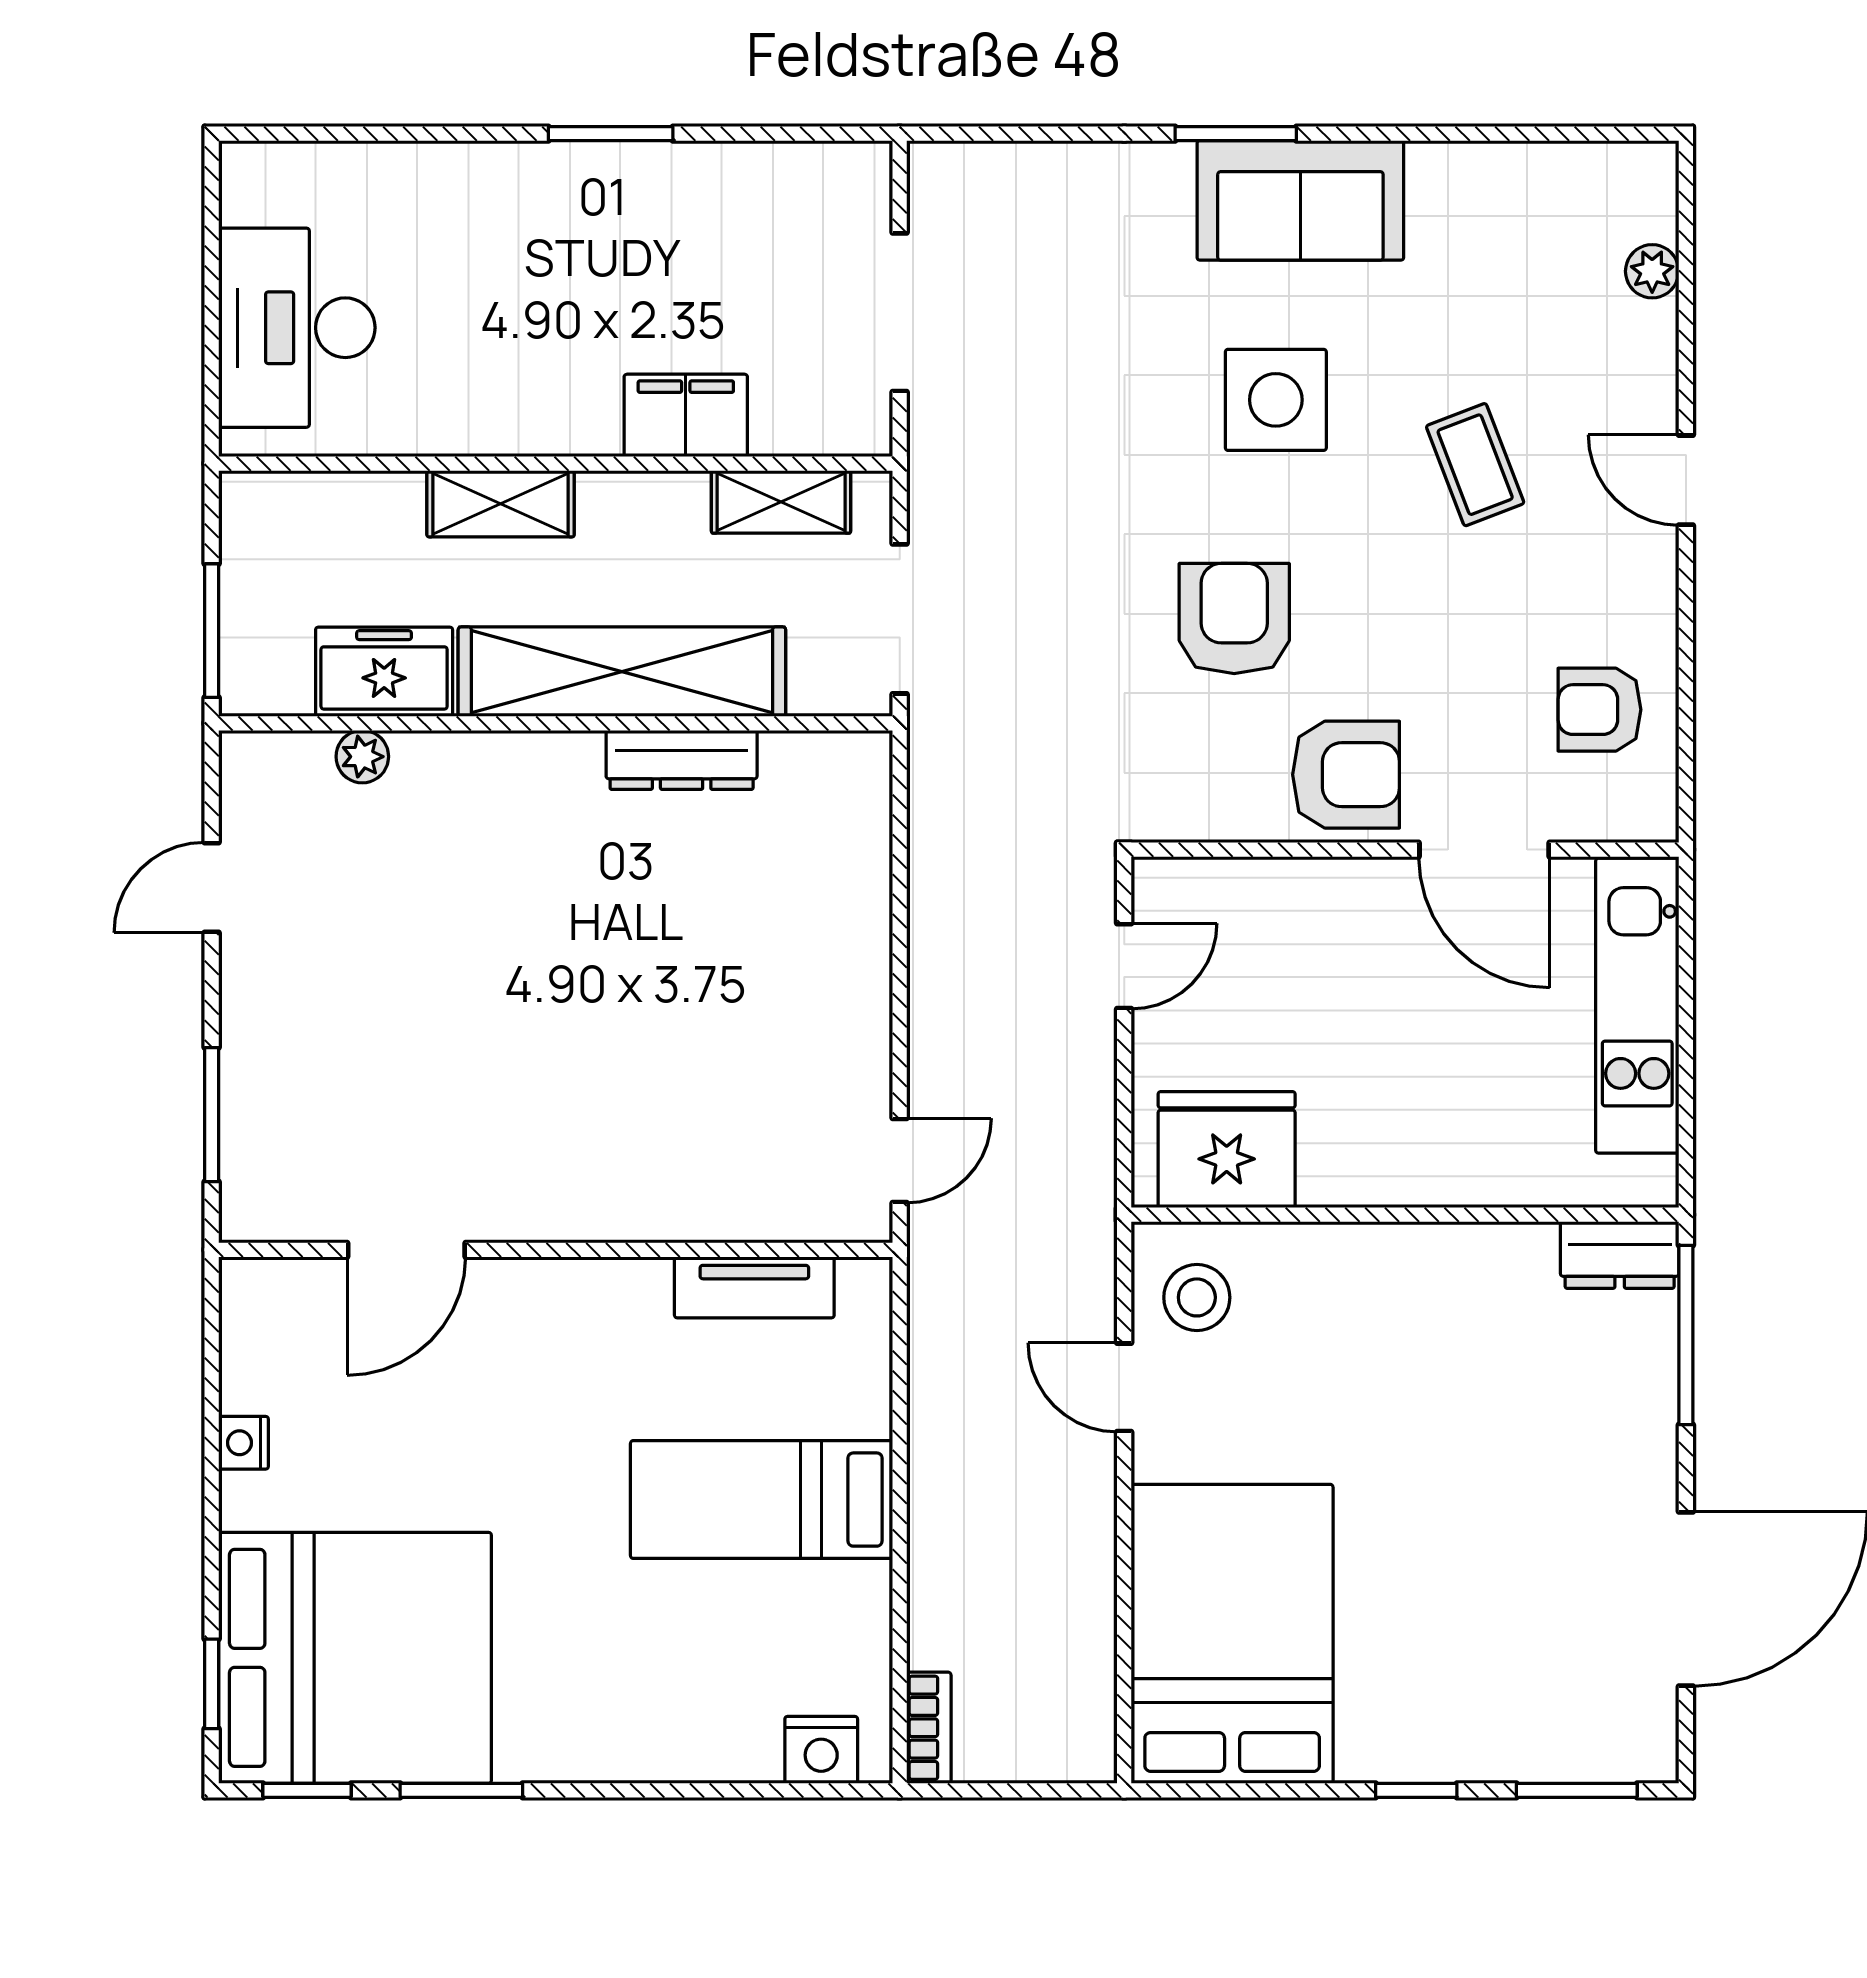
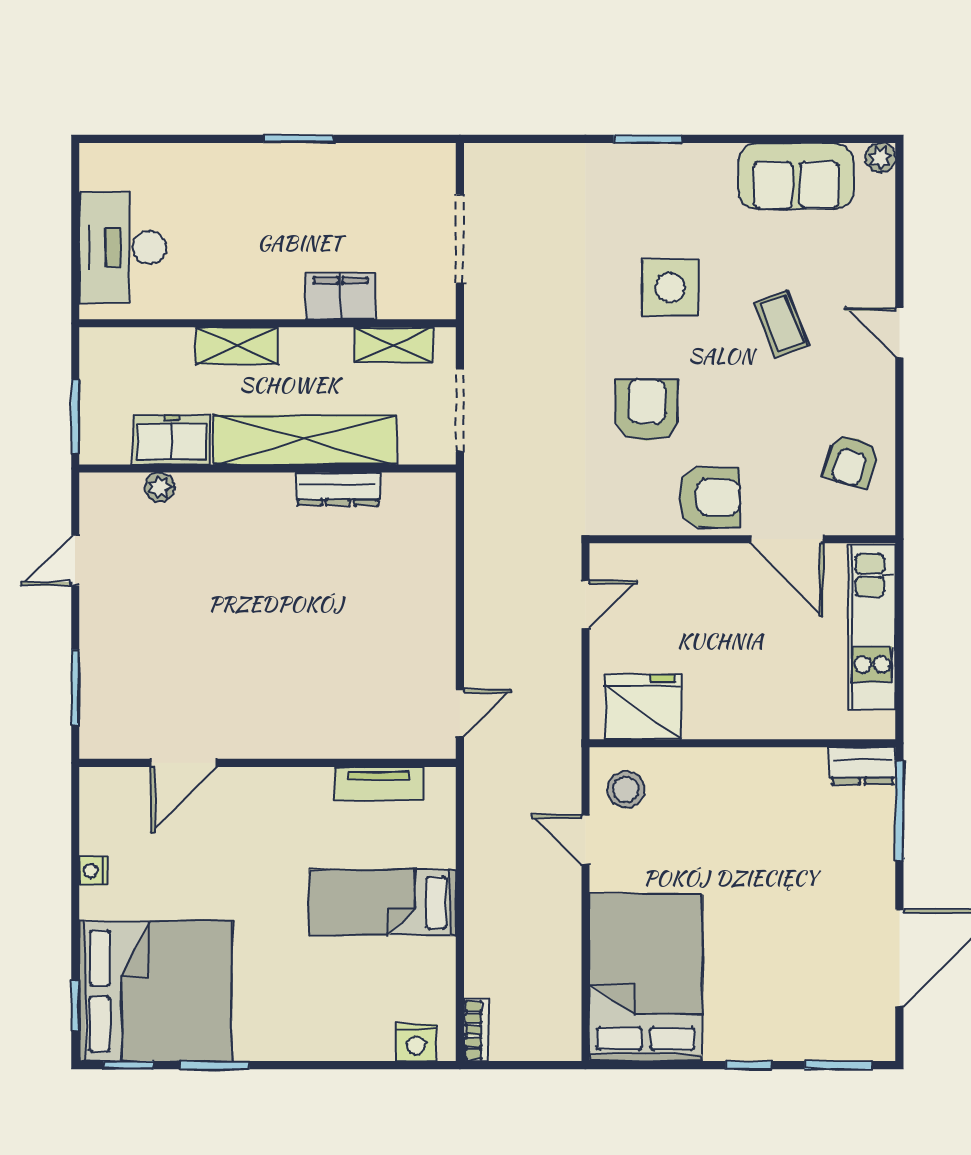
sofa: (1300, 200) -> (796, 176), moved
plant: (1652, 271) -> (881, 158), moved
armchair: (1600, 710) -> (851, 461), turned -72

